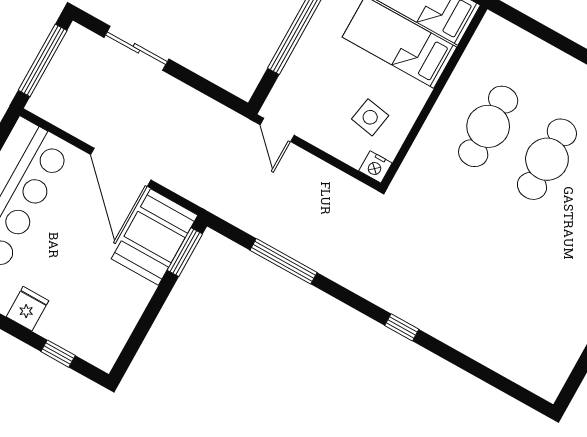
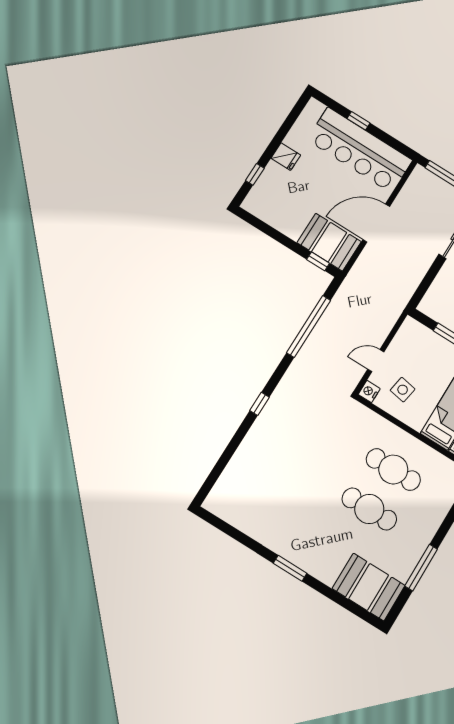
door: (277, 130) -> (376, 361), moved
window: (185, 252) -> (318, 261), width x0.67
window: (283, 261) -> (309, 326), width x1.46

